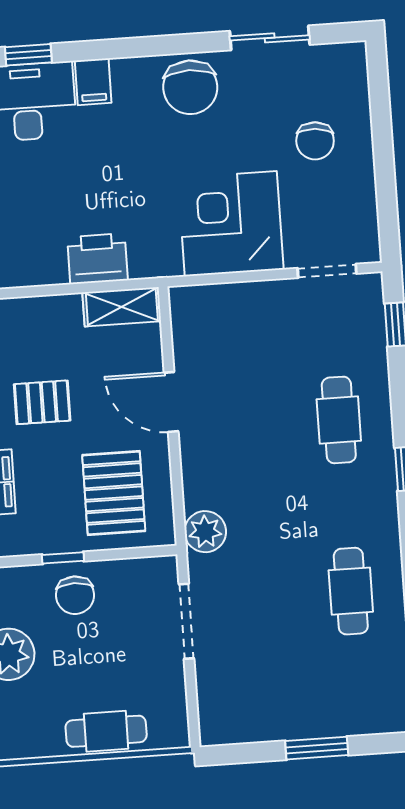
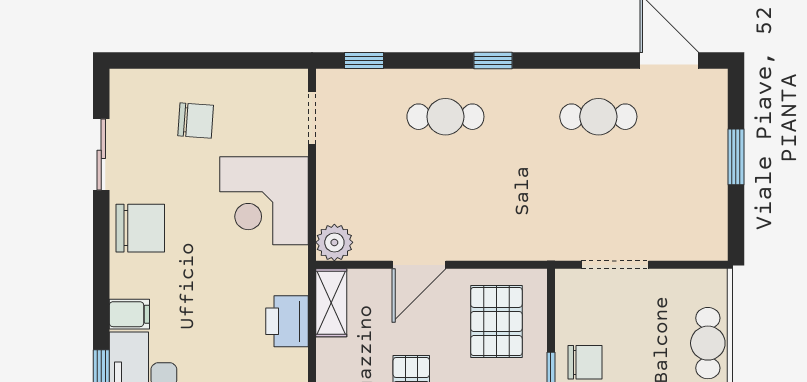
pallet: (114, 493) -> (496, 321), turned 90
plant: (205, 532) -> (334, 242), moved

